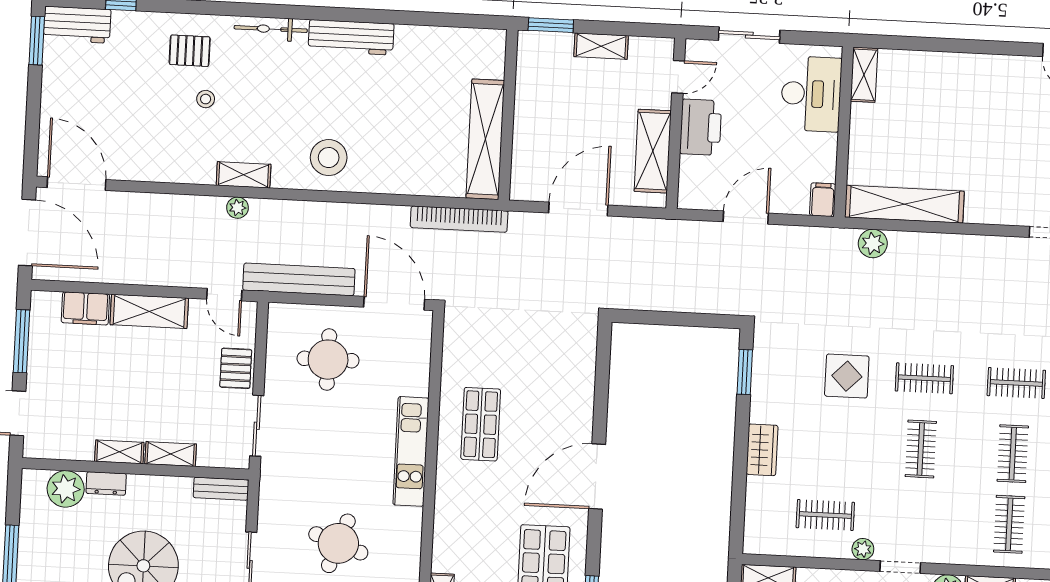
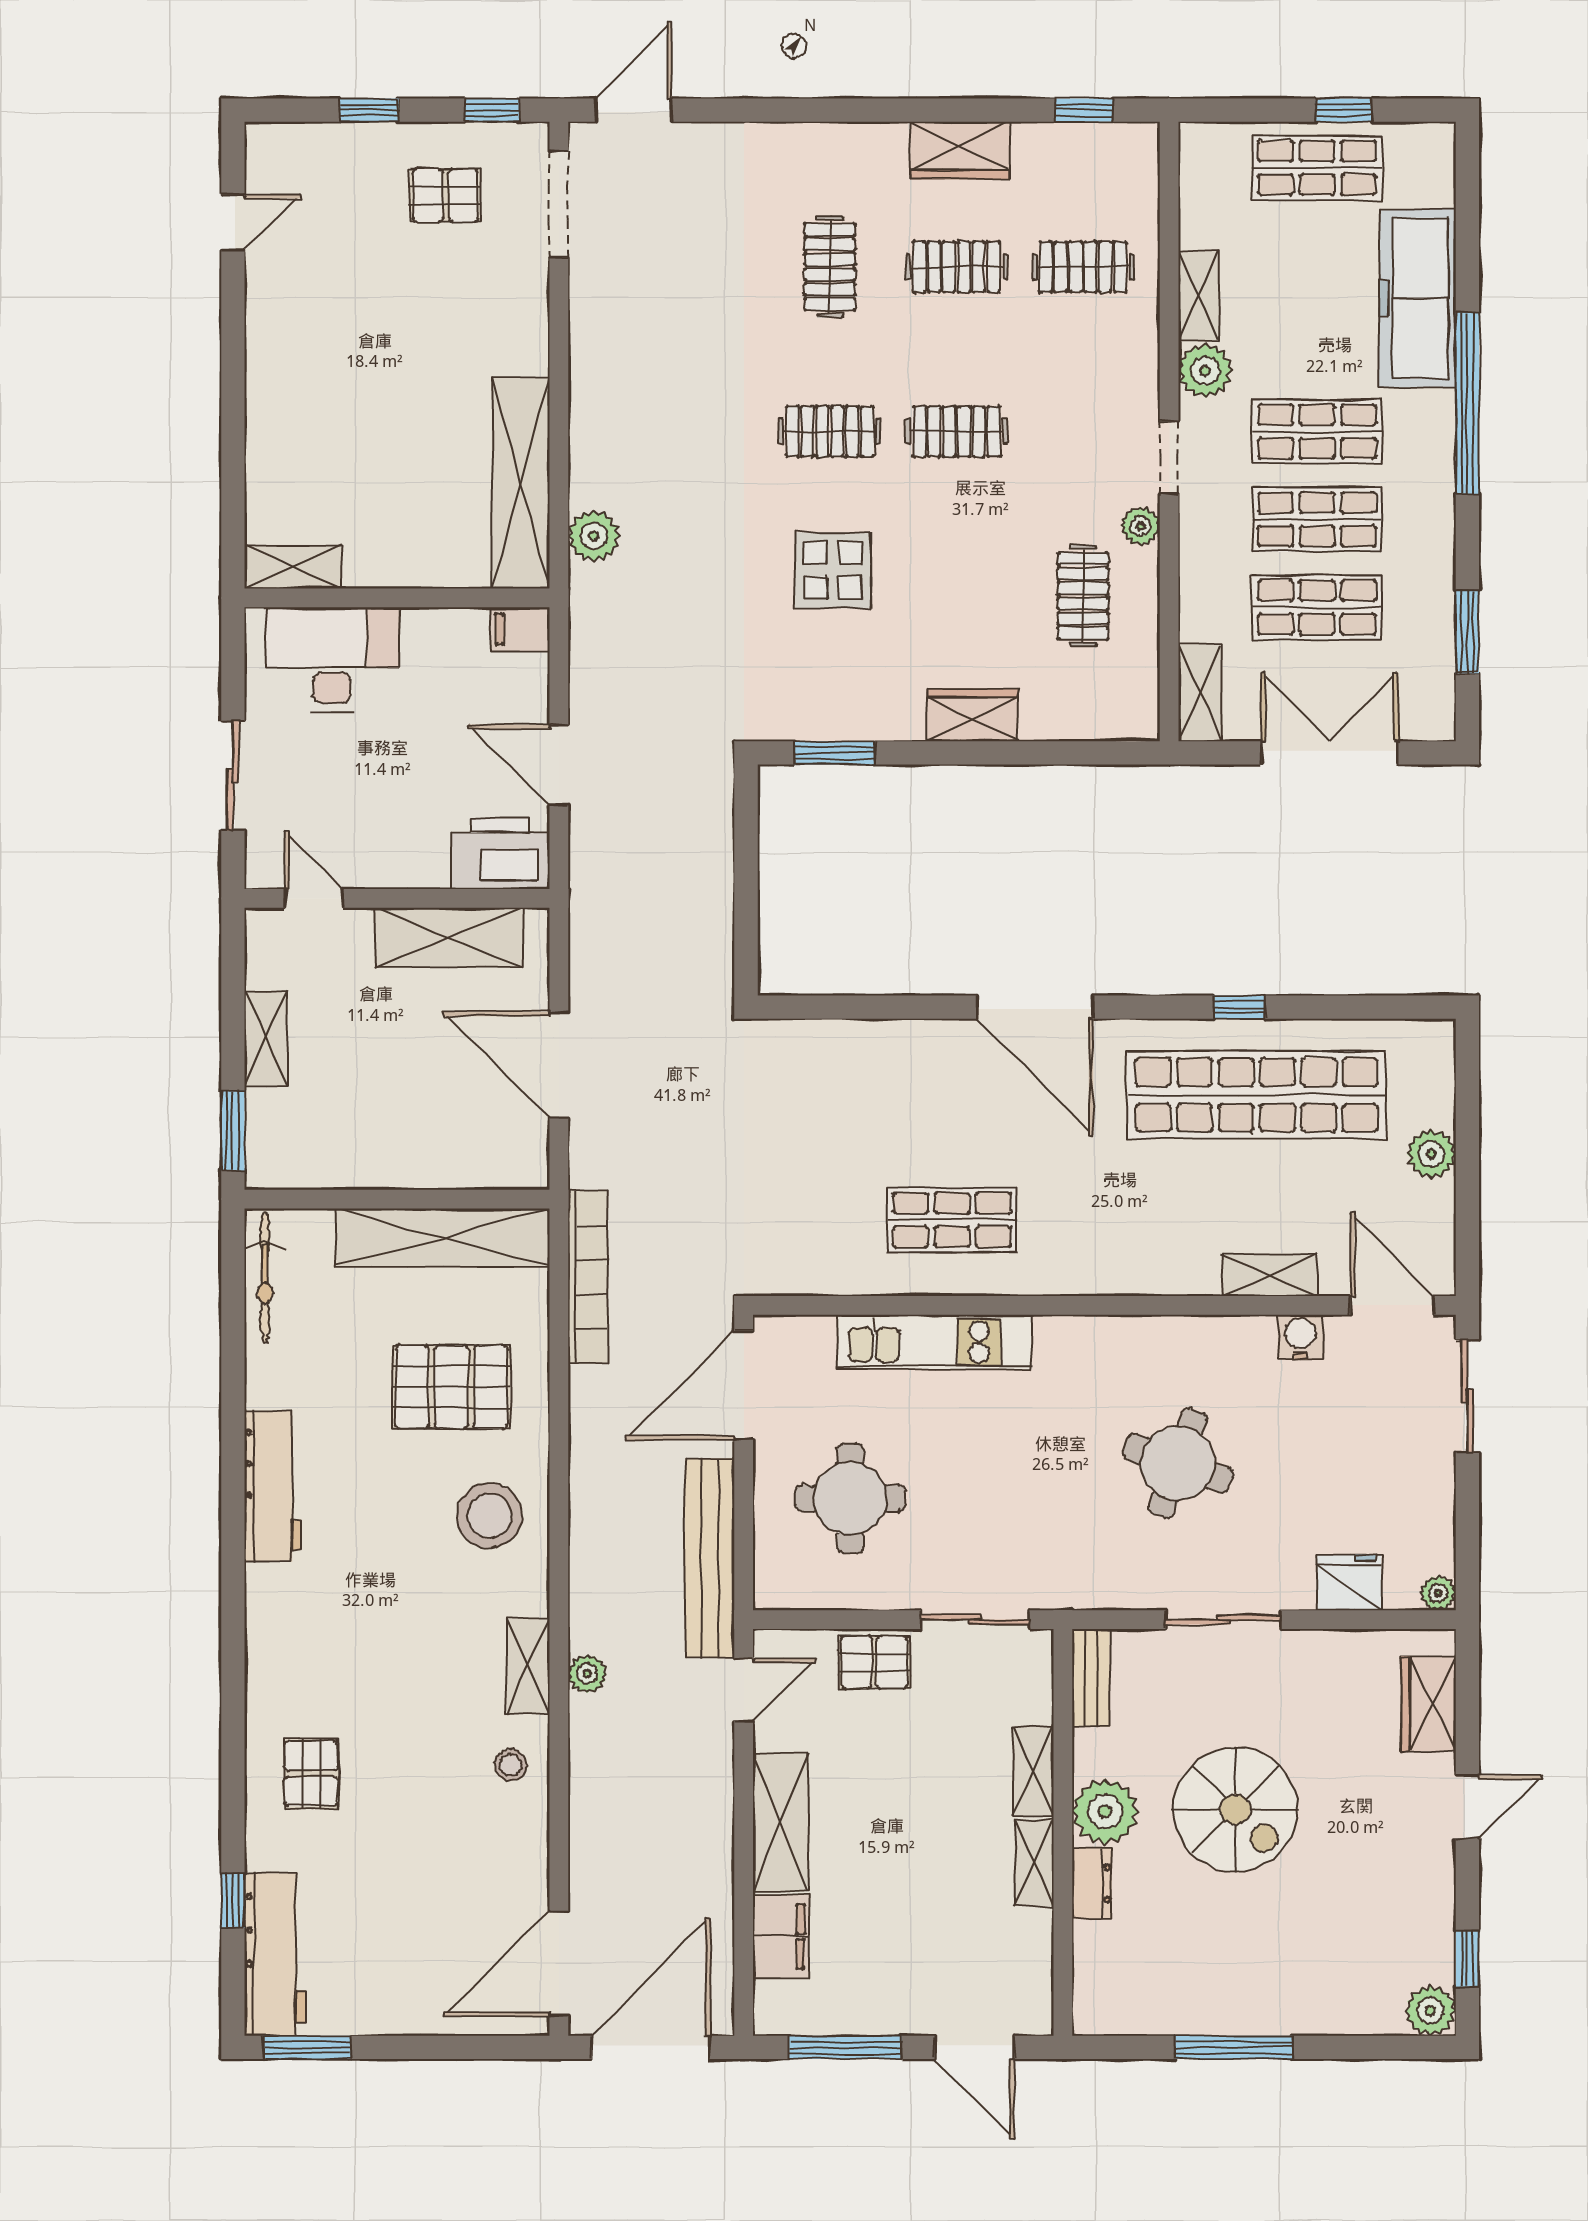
workbench: (77, 25) -> (275, 1955), width x1.38
bicycle: (271, 29) -> (265, 1278), moved
stool: (206, 99) -> (511, 1765), moved
printer: (701, 127) -> (500, 854), moved
pallet: (402, 140) -> (451, 1387), added
clothes rail: (924, 378) -> (830, 432), turned 90
kitchen unit: (411, 451) -> (934, 1342), moved
plant: (66, 489) -> (1105, 1812), moved

